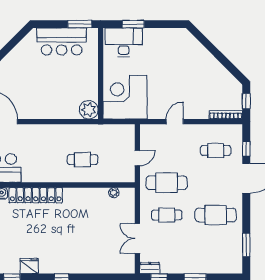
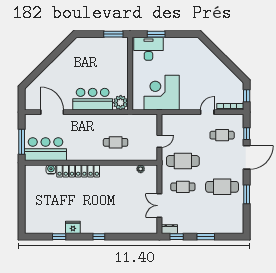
bar counter: (62, 42) -> (93, 99), moved, turned 180
corner desk: (125, 97) -> (162, 93), moved
door: (175, 122) -> (207, 112), moved
window: (246, 245) -> (247, 194), moved

